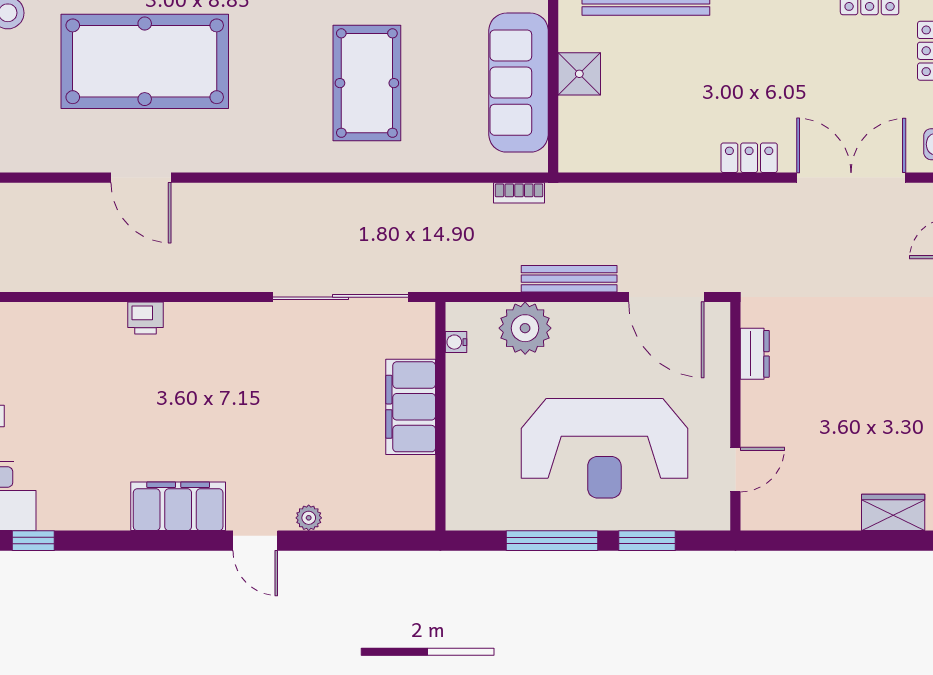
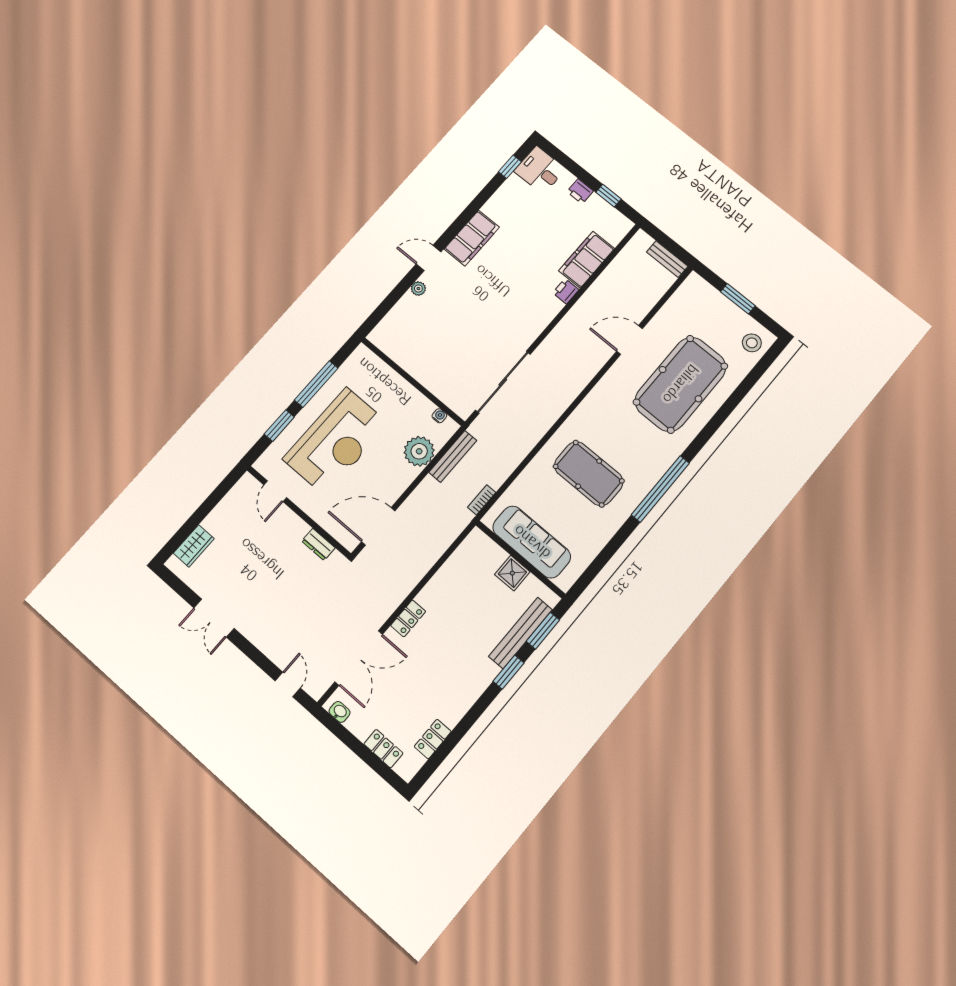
bench: (569, 279) -> (453, 456), moved
filing cabinet: (411, 407) -> (587, 260), moved, turned -90
reception desk: (604, 448) -> (336, 441), turned 180

